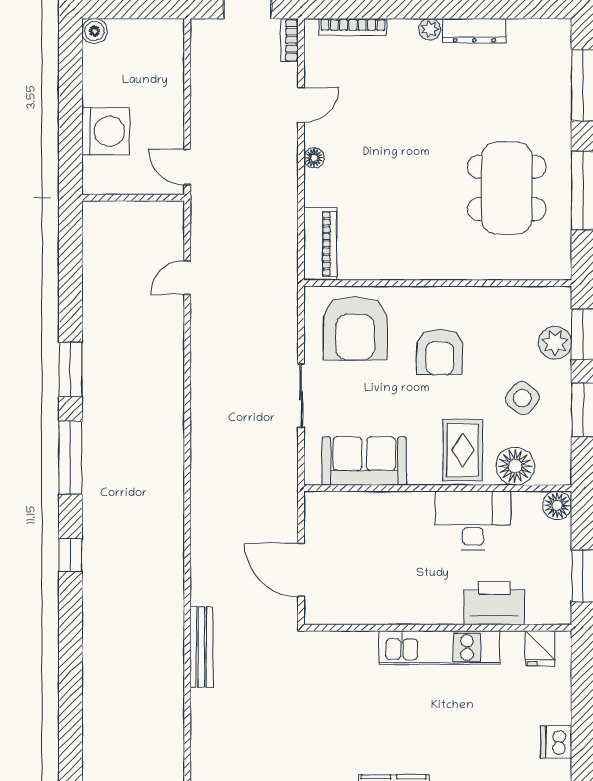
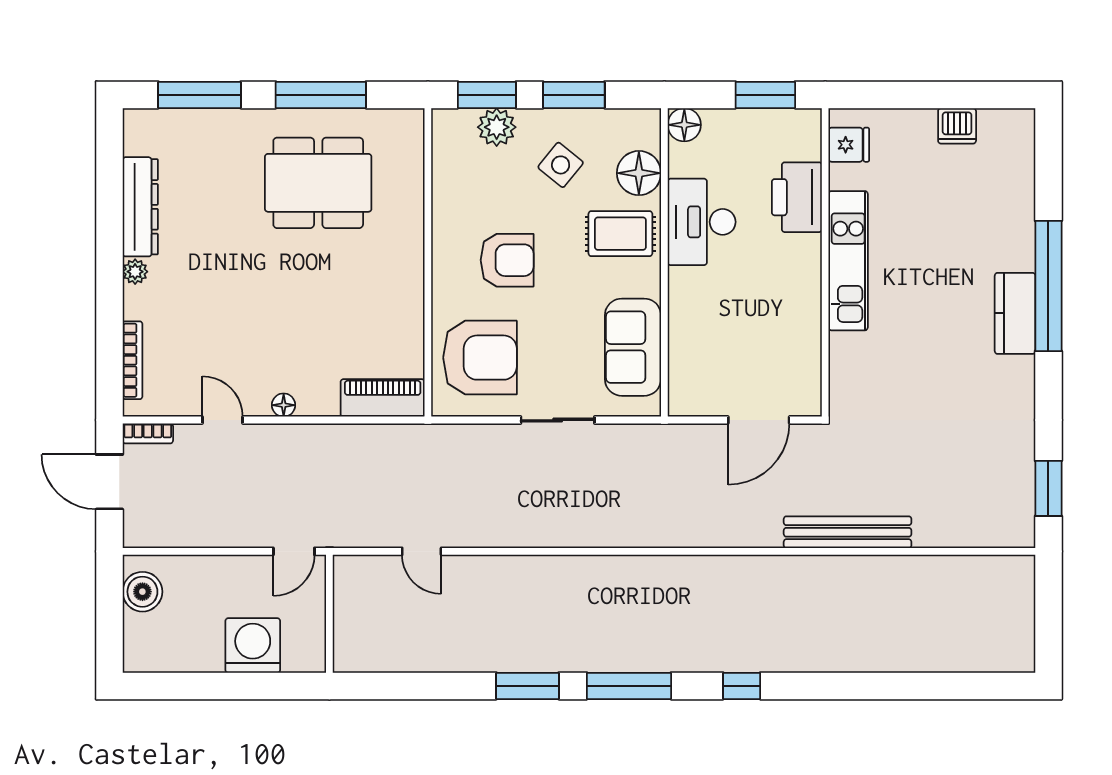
boiler: (94, 31) -> (142, 592), moved, width x1.36, depth x1.36
dresser: (474, 31) -> (140, 207), width x1.37, depth x1.24
bench: (201, 647) -> (848, 532), width x1.37, depth x1.21

